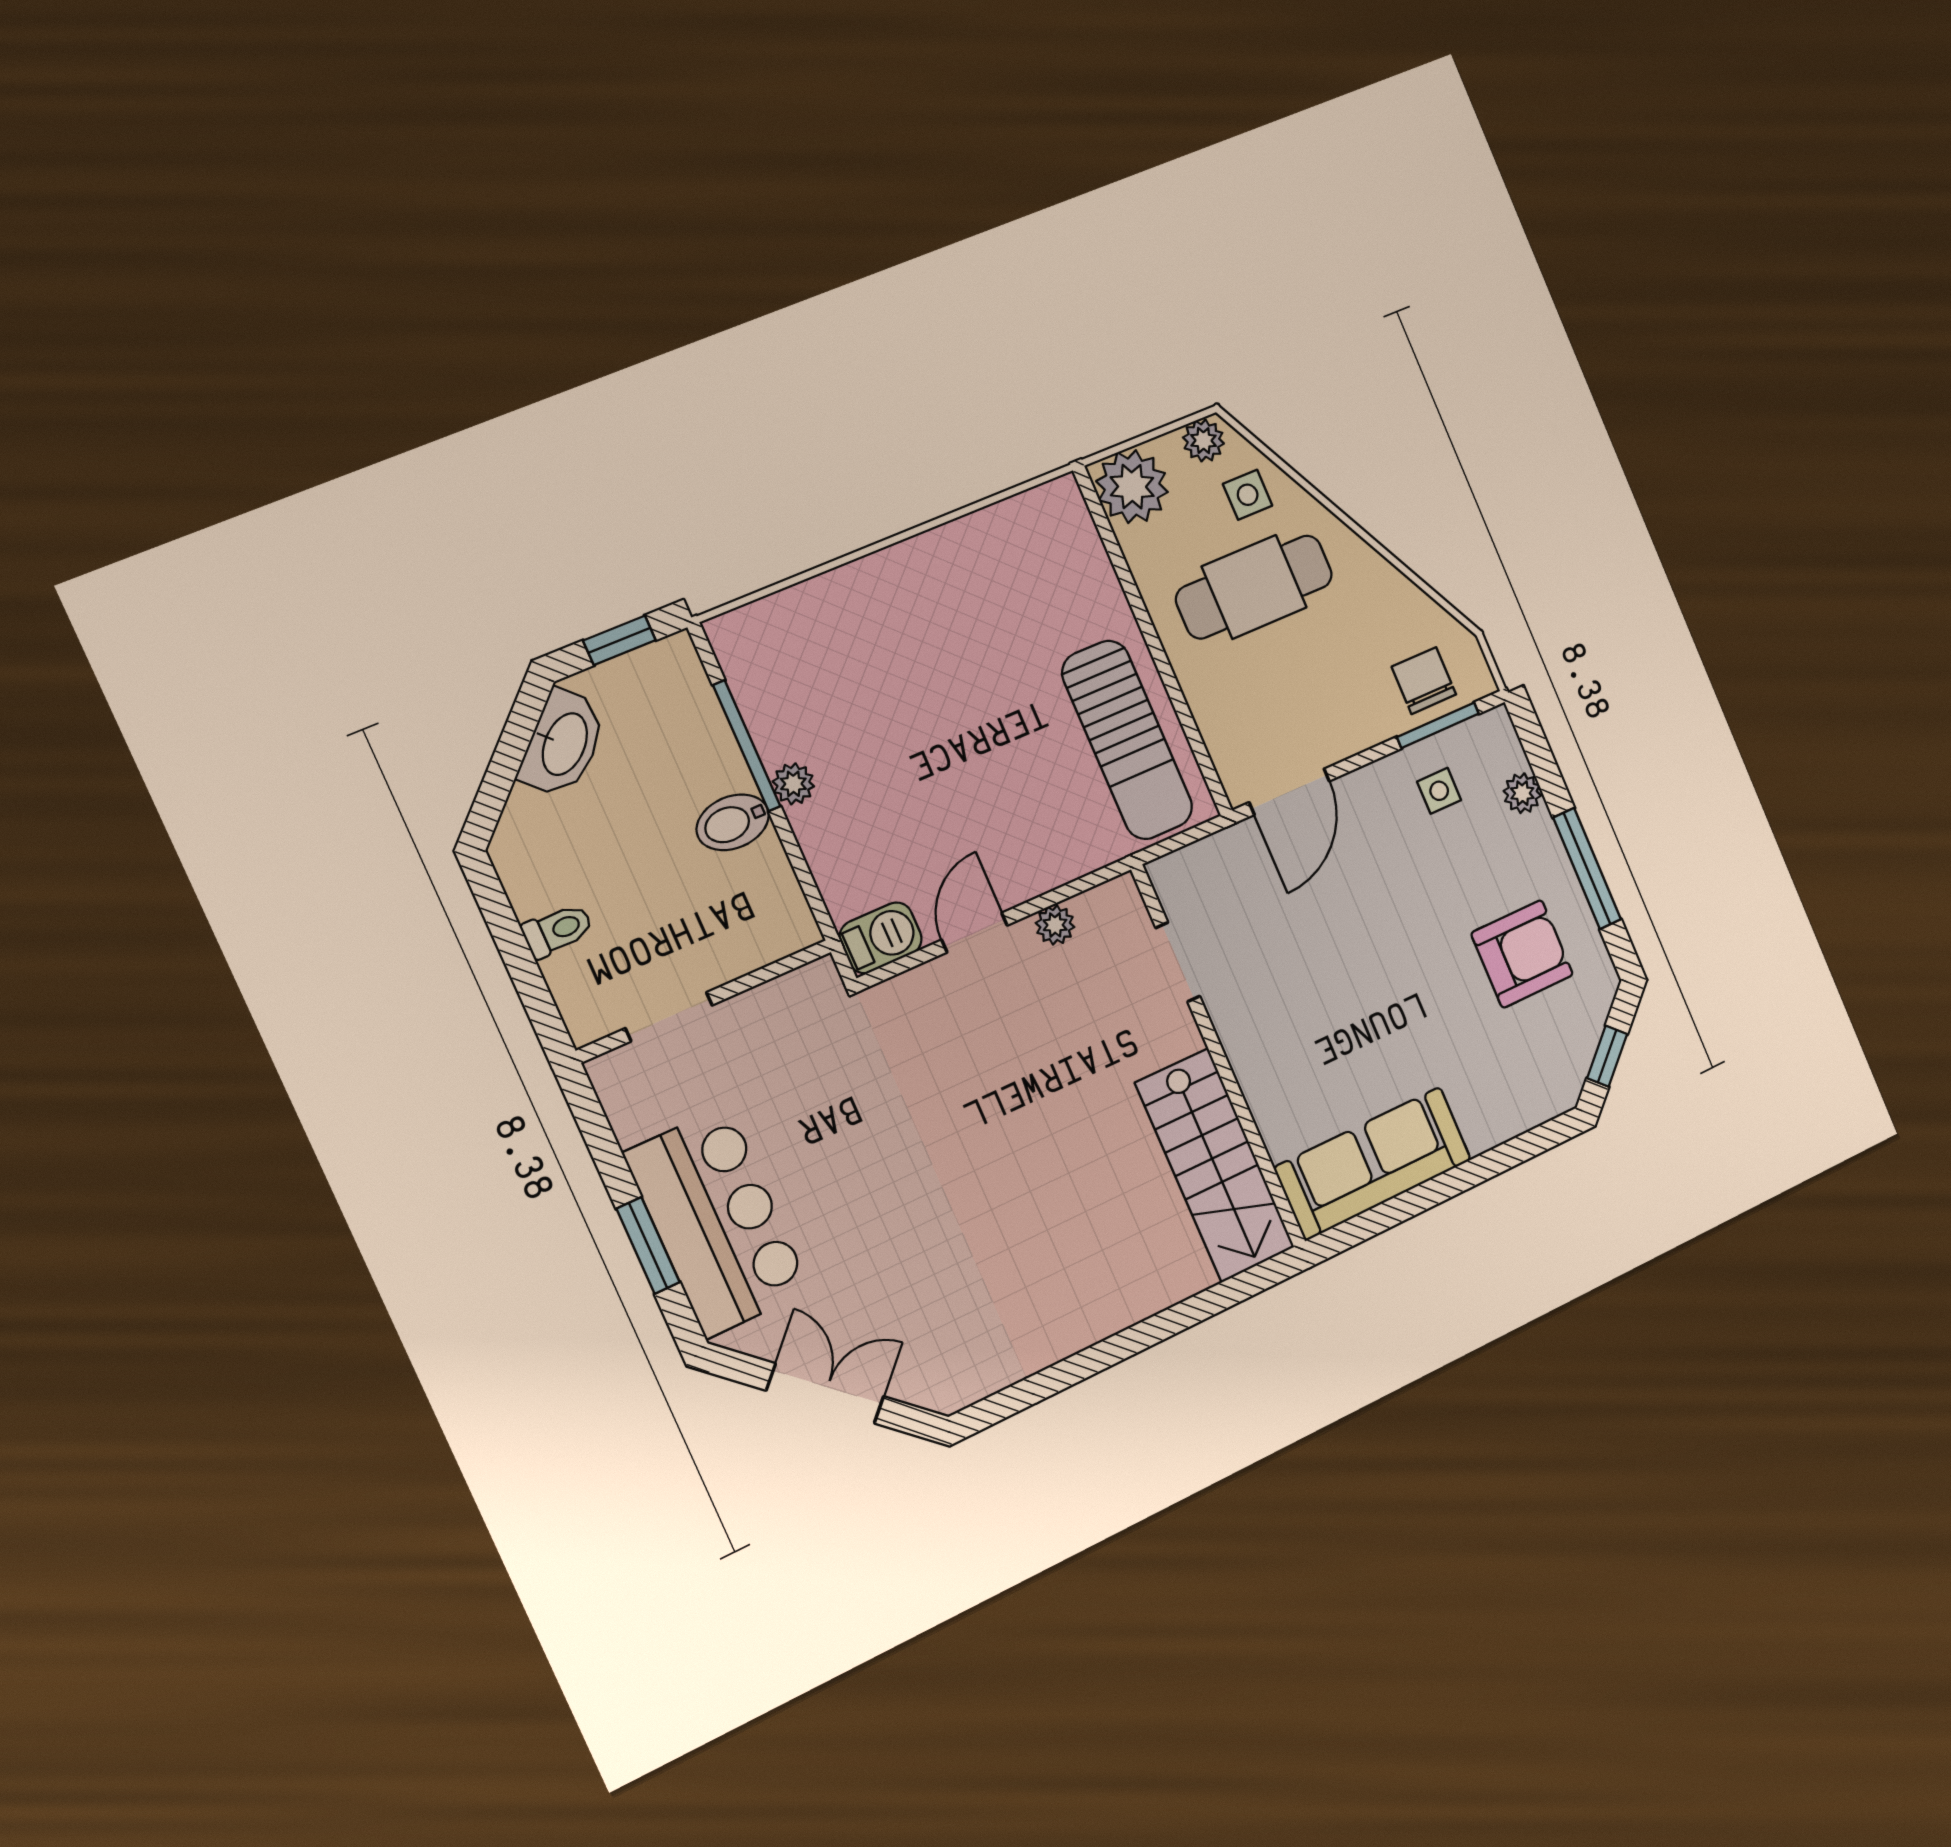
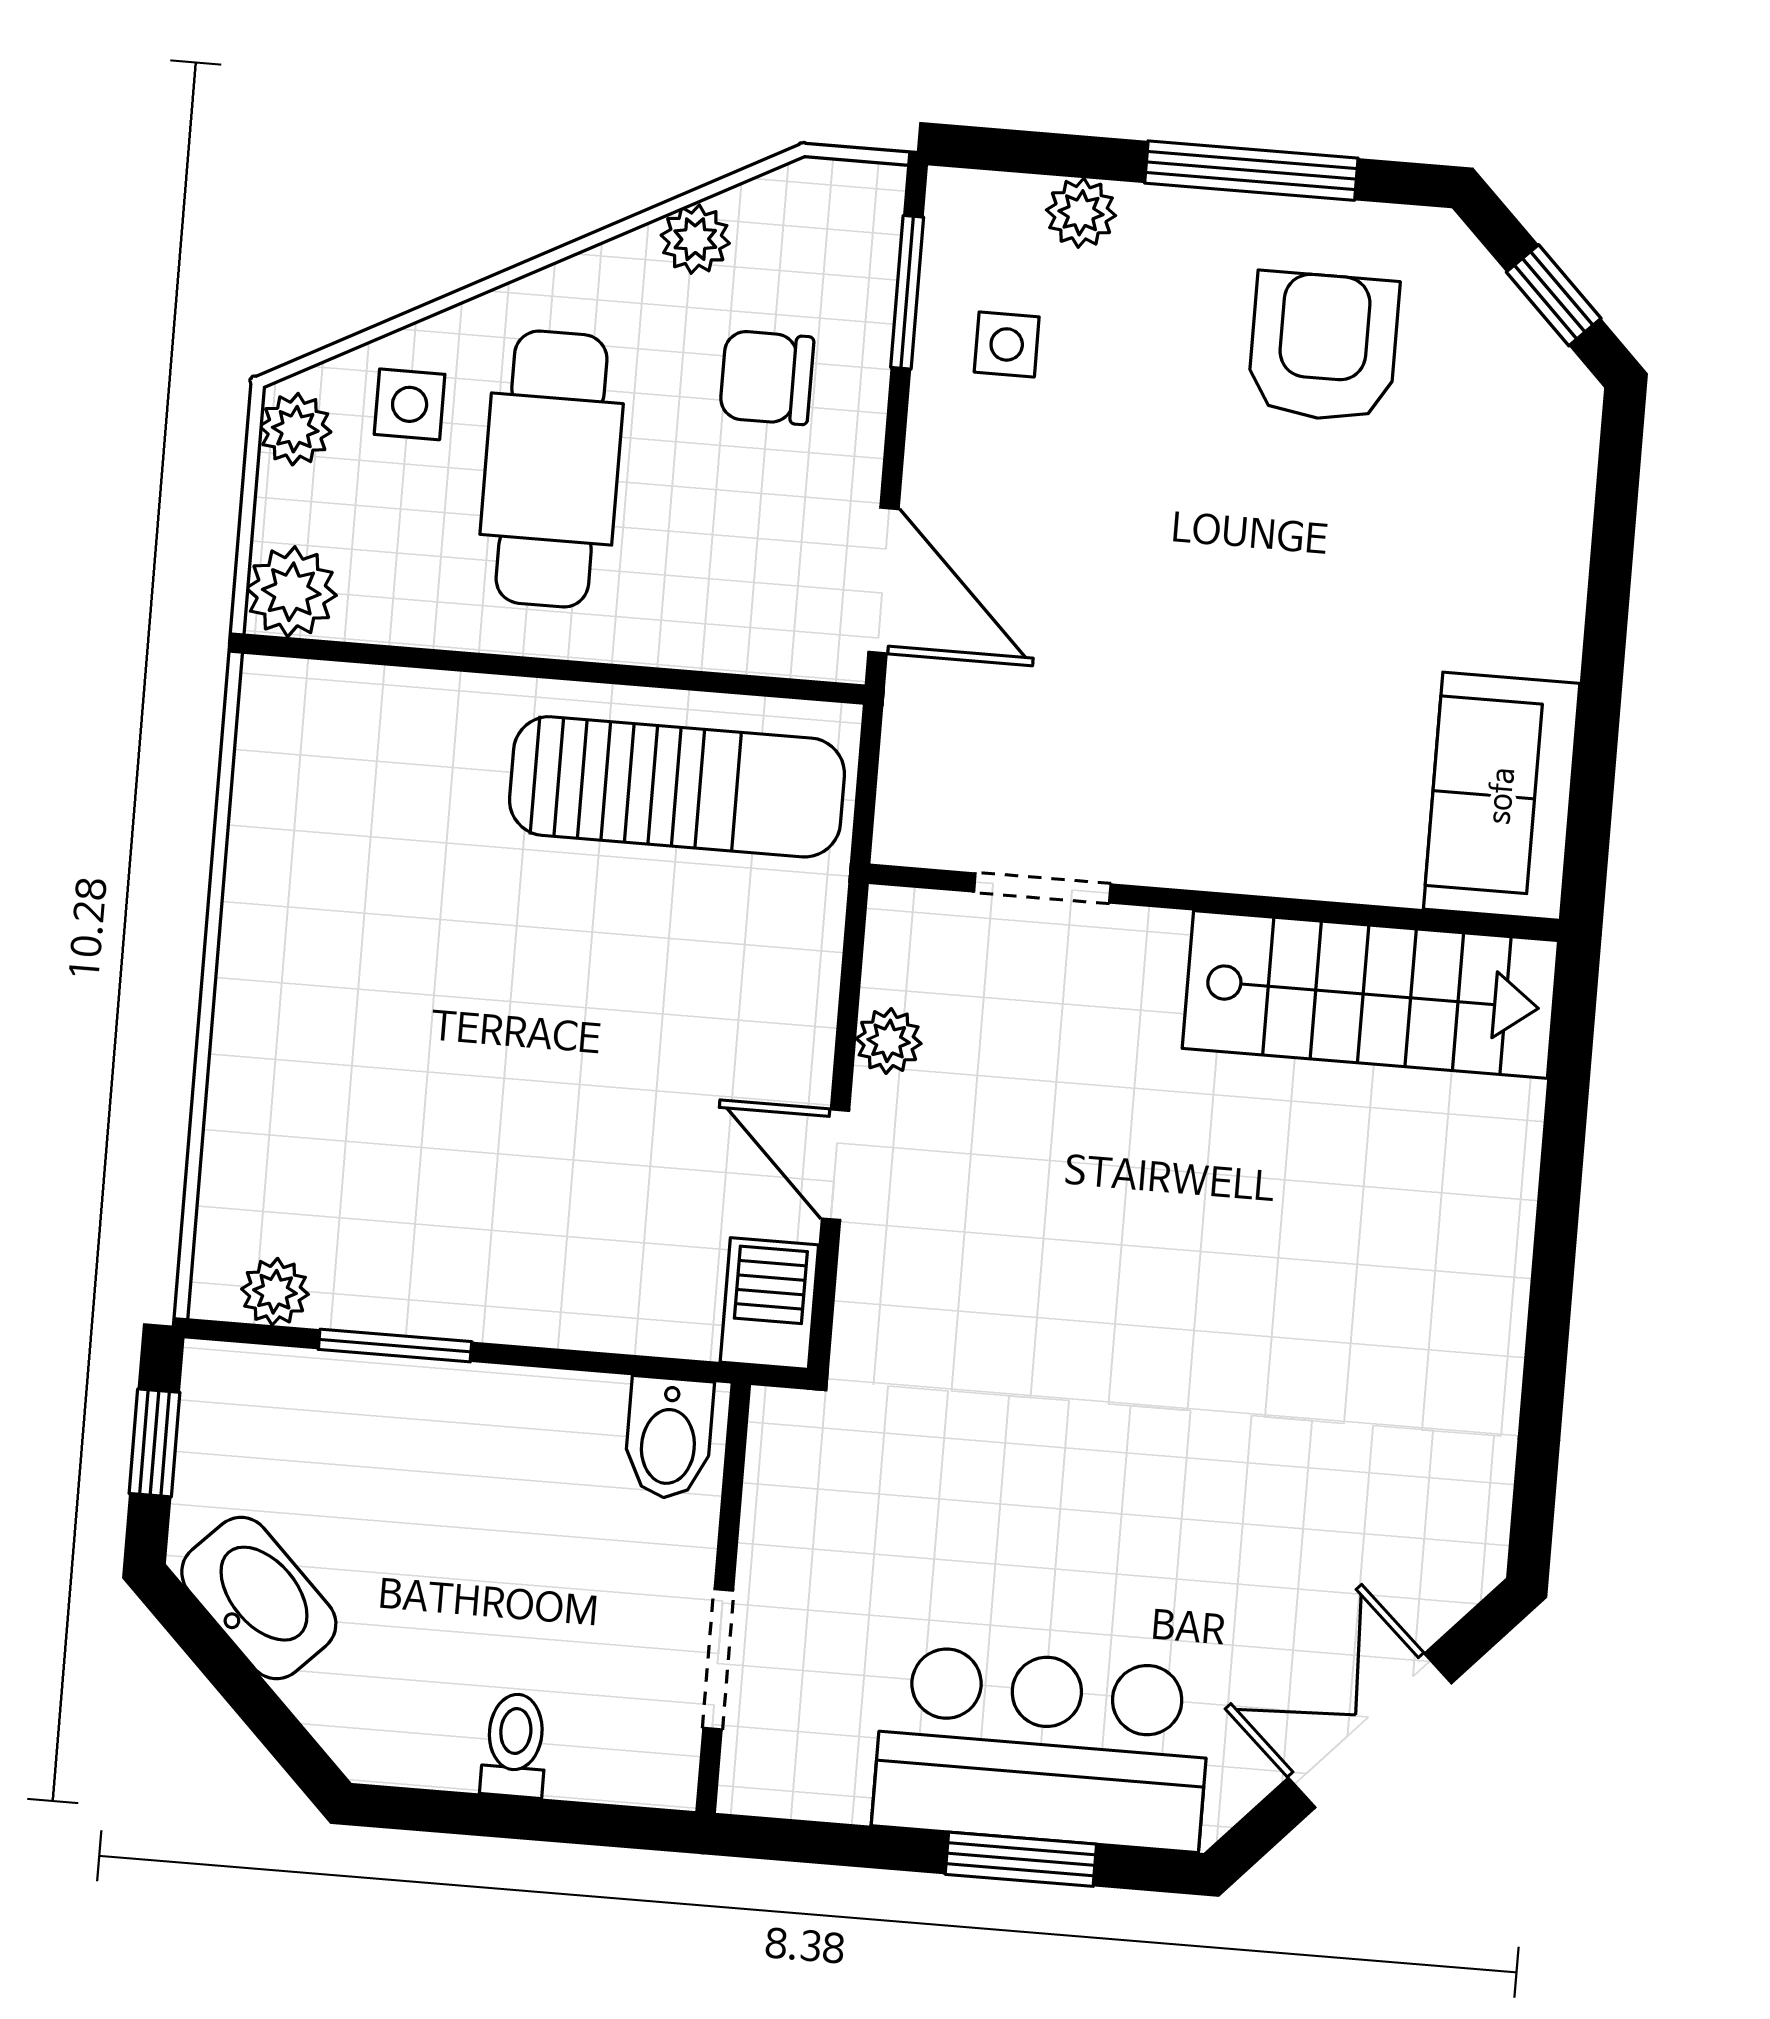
plant: (1132, 487) -> (291, 592), width x0.73, depth x0.73
plant: (1407, 601) -> (695, 239), added
chair: (1424, 681) -> (767, 377), moved
window: (747, 746) -> (395, 1346), width x0.69
plant: (793, 784) -> (275, 1292), moved
bidet: (733, 822) -> (669, 1438), moved
sofa: (1373, 1164) -> (1502, 796), width x0.73

